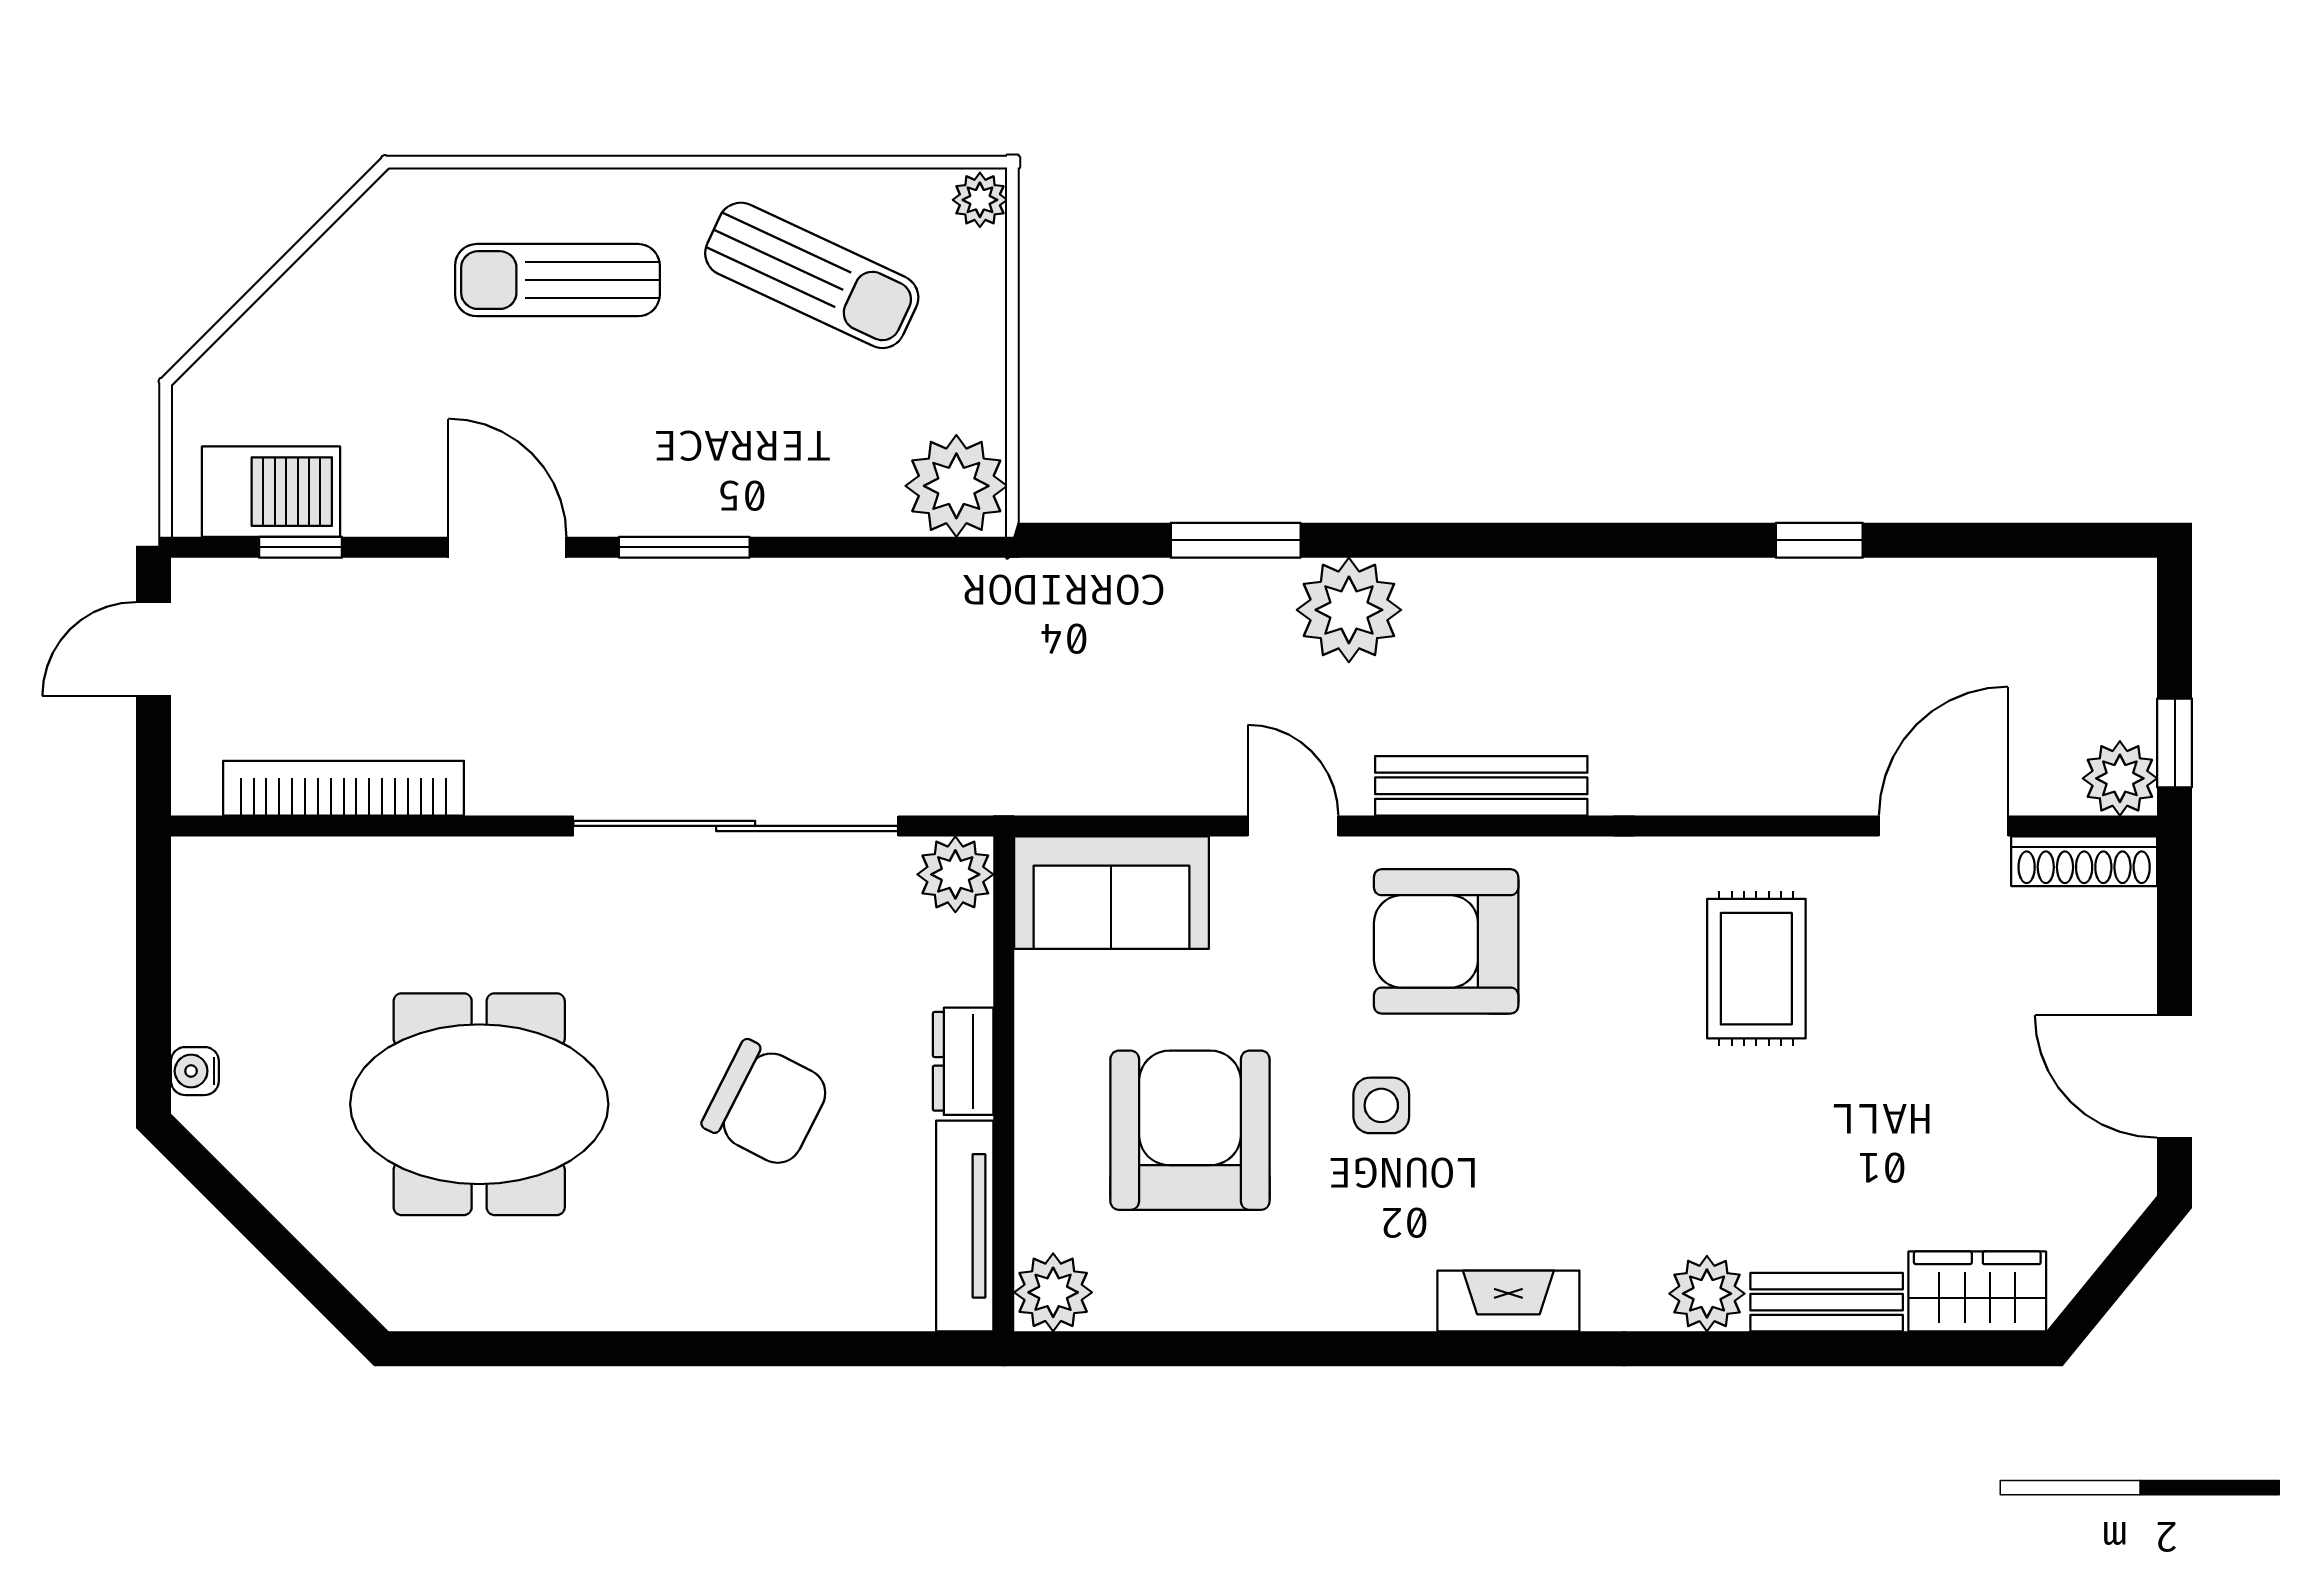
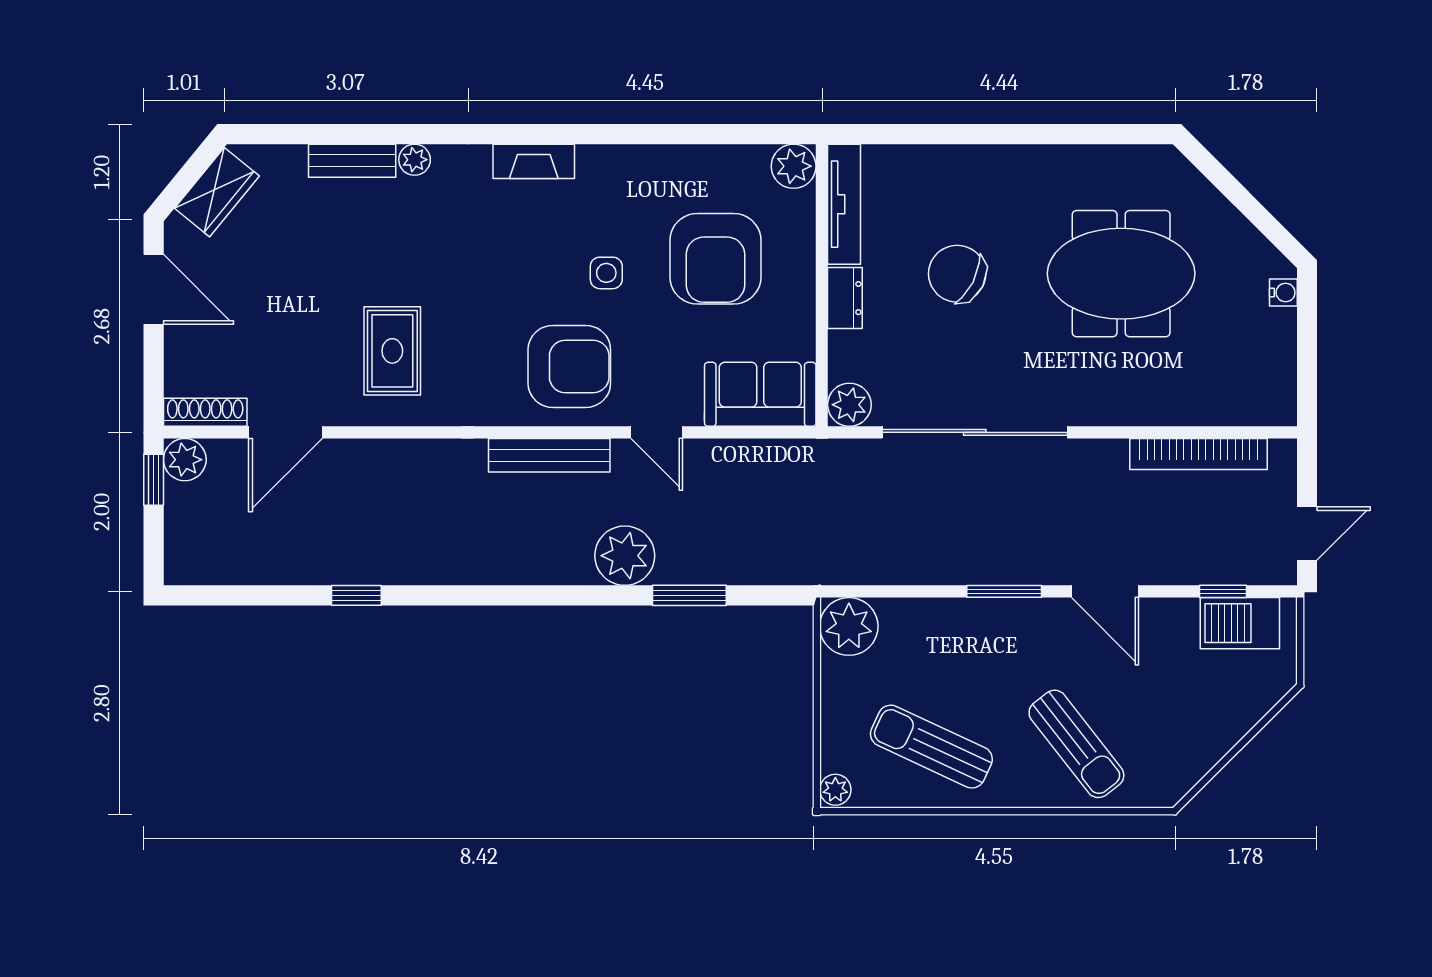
sun lounger: (557, 280) -> (1076, 744), turned 52
wardrobe: (1977, 1291) -> (217, 192), moved, turned -51
plant: (1707, 1294) -> (415, 160), width x0.73, depth x0.73

